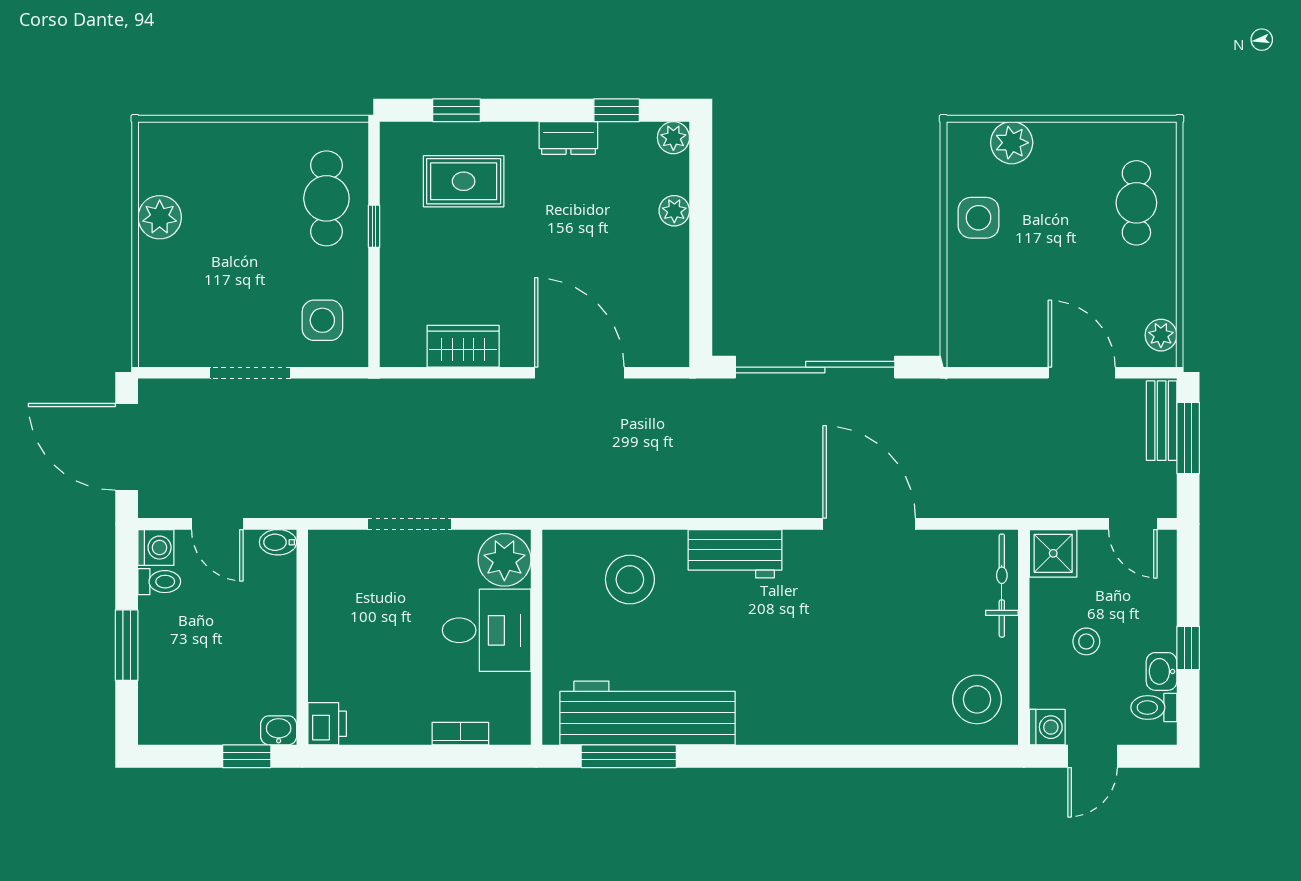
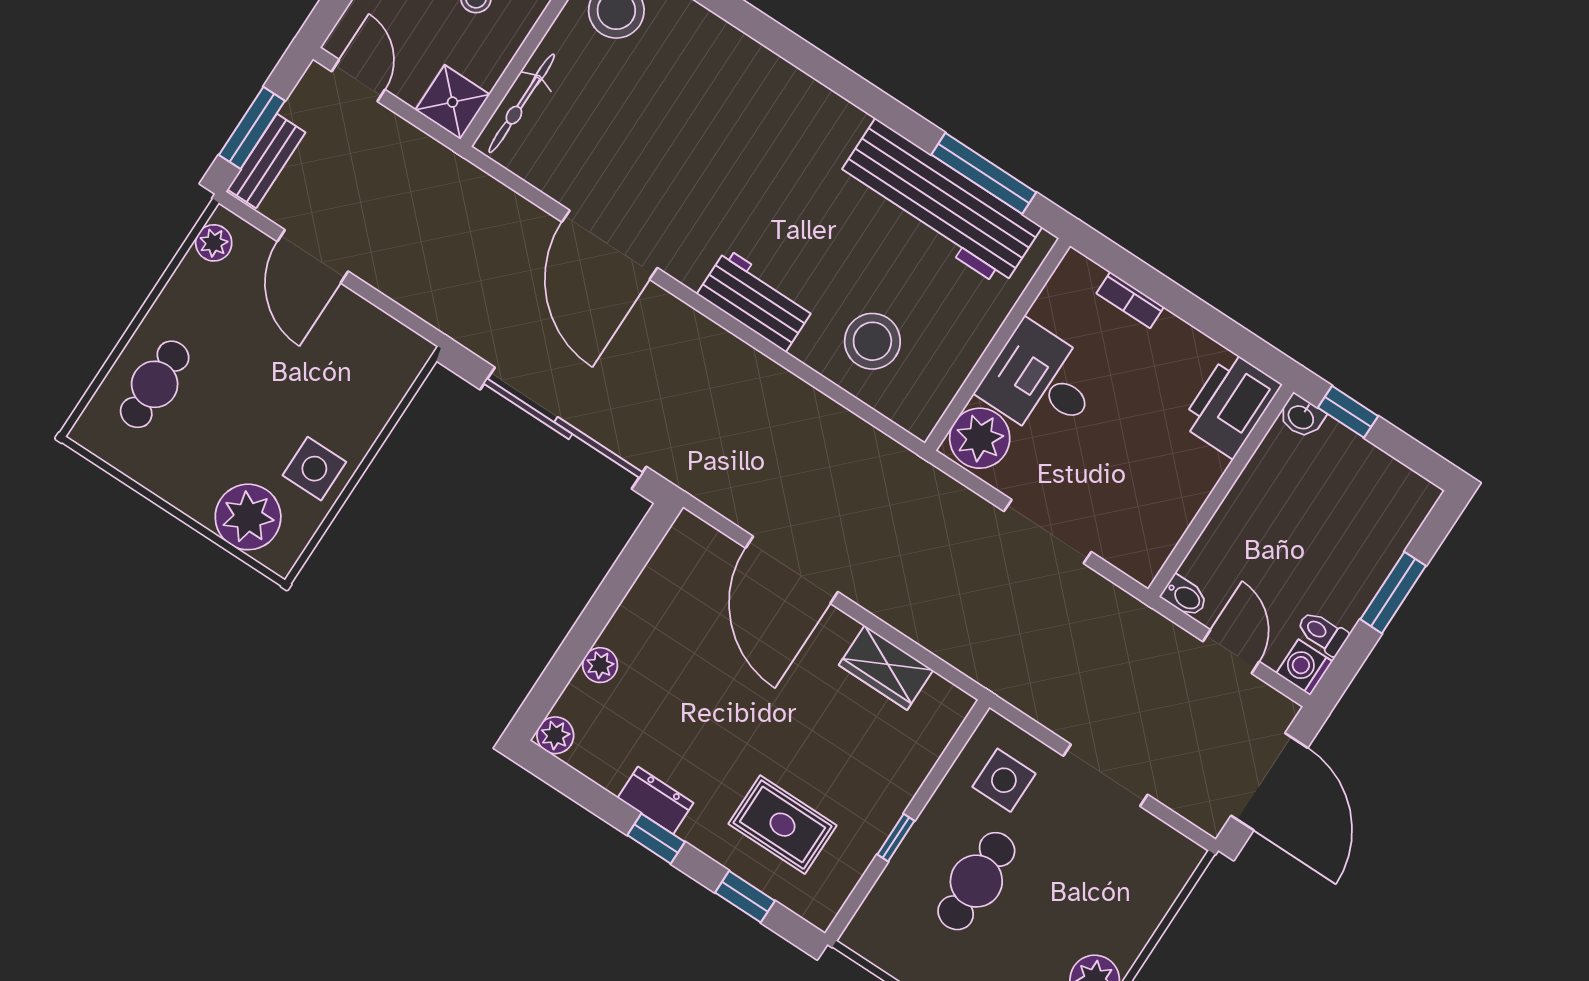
window: (617, 110) -> (656, 839), moved
plant: (1012, 143) -> (248, 517), width x1.36, depth x1.36
cafe table: (326, 198) -> (976, 881), moved
printer: (327, 724) -> (1231, 404), width x1.87, depth x1.48

